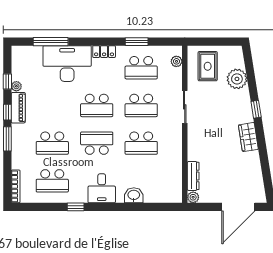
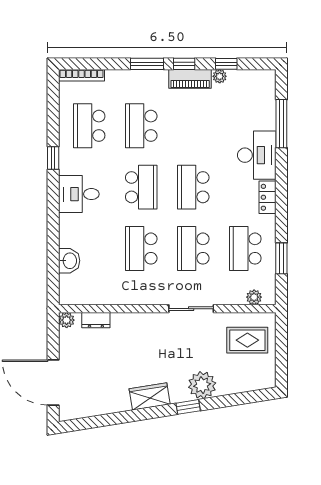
window: (137, 42) -> (281, 258), moved
desk: (67, 64) -> (257, 155), width x0.73, depth x0.77
plant: (237, 79) -> (202, 385), moved
dresser: (193, 176) -> (96, 320), width x0.70
washbasin: (134, 195) -> (69, 261), moved

